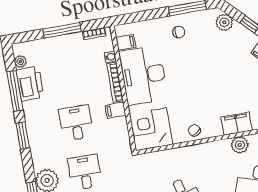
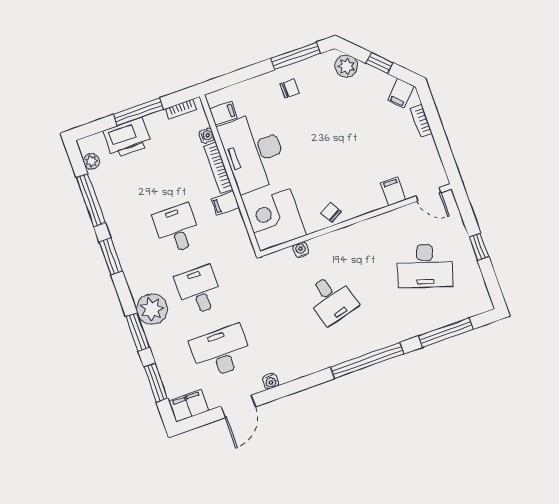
printer: (30, 83) -> (127, 138), moved, turned 90
filing cabinet: (237, 124) -> (393, 191), width x0.50
plant: (240, 145) -> (393, 221), removed
water cooler: (167, 155) -> (301, 250), added

